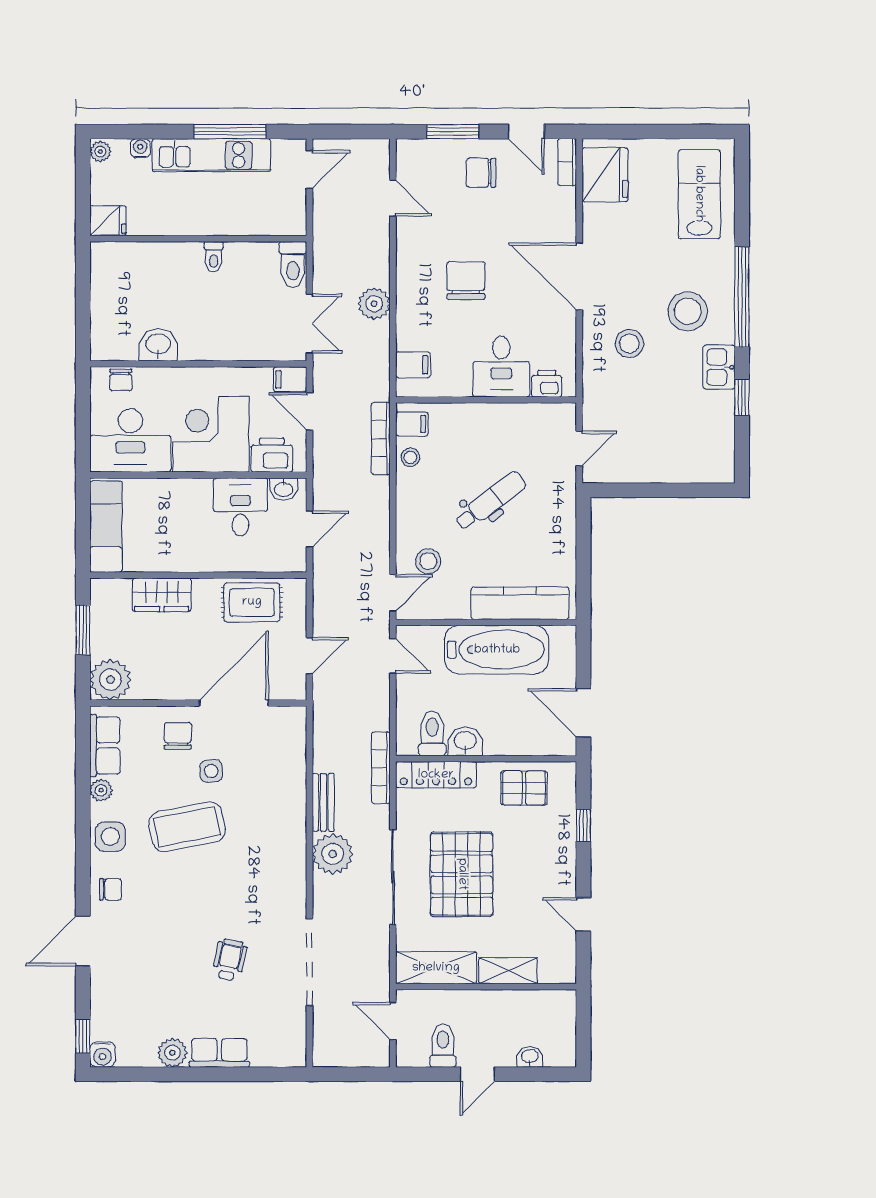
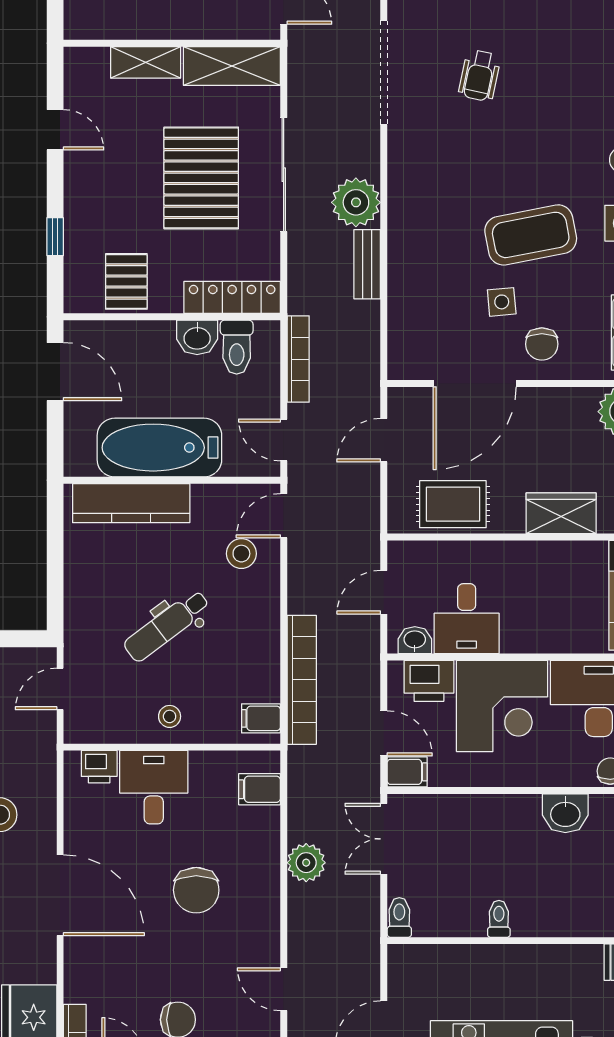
toilet: (293, 264) -> (399, 917), width x0.73, depth x0.72
bookcase: (381, 439) -> (302, 680), width x1.48, depth x1.31
stool: (410, 457) -> (170, 716), moved
bookcase: (381, 768) -> (298, 359), moved
pallet: (524, 788) -> (126, 281), turned 90

